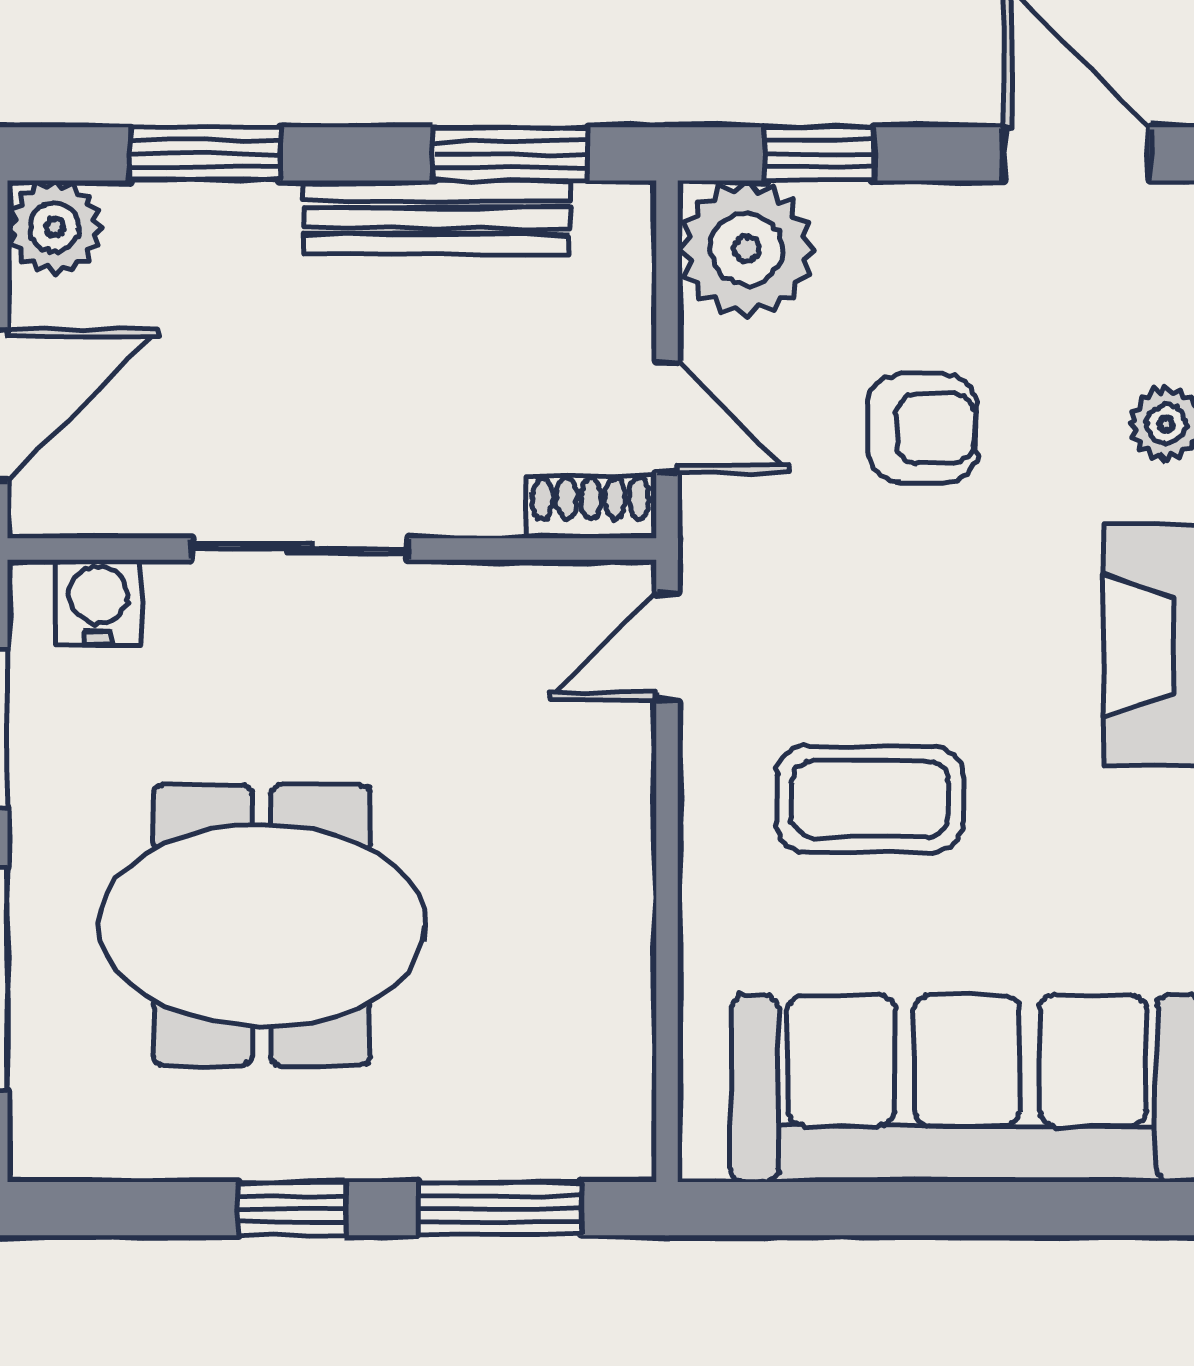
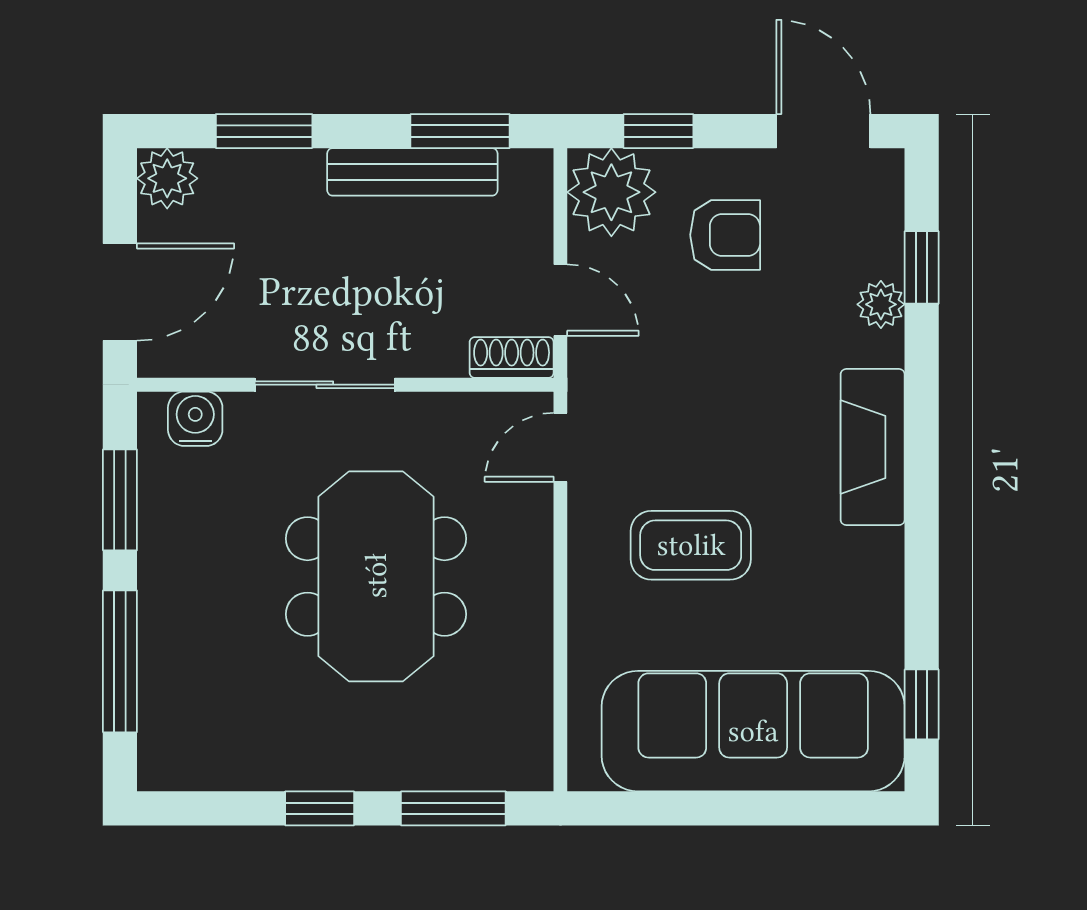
armchair: (922, 429) -> (725, 235), moved
meeting table: (262, 925) -> (376, 576), moved, turned 90

